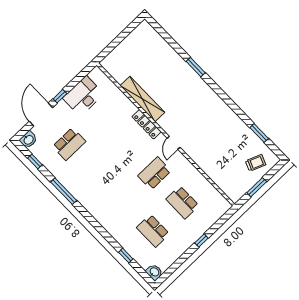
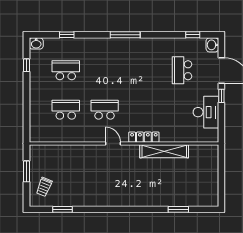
window: (196, 67) -> (178, 209), moved
school desk: (154, 173) -> (105, 110), turned -90
window: (64, 191) -> (125, 35), moved
window: (201, 241) -> (26, 65), moved

